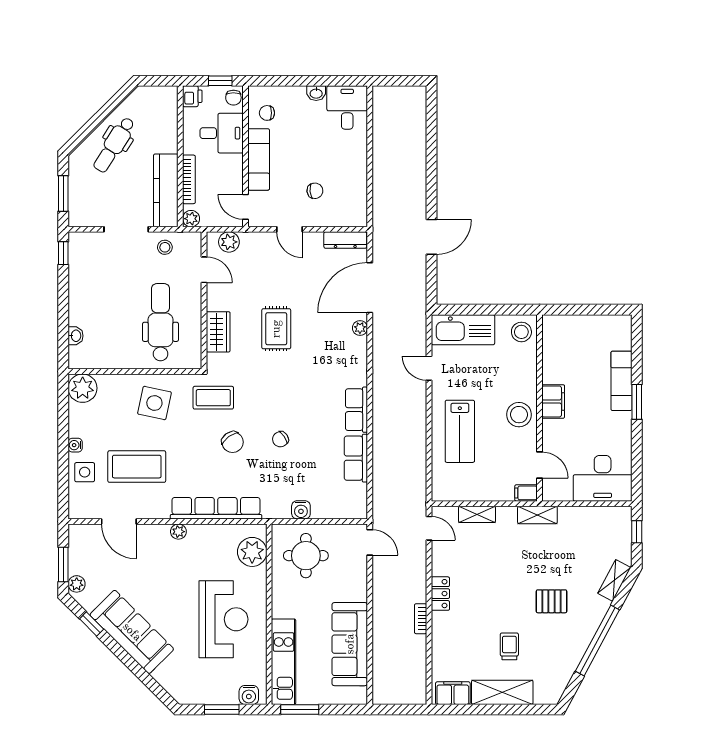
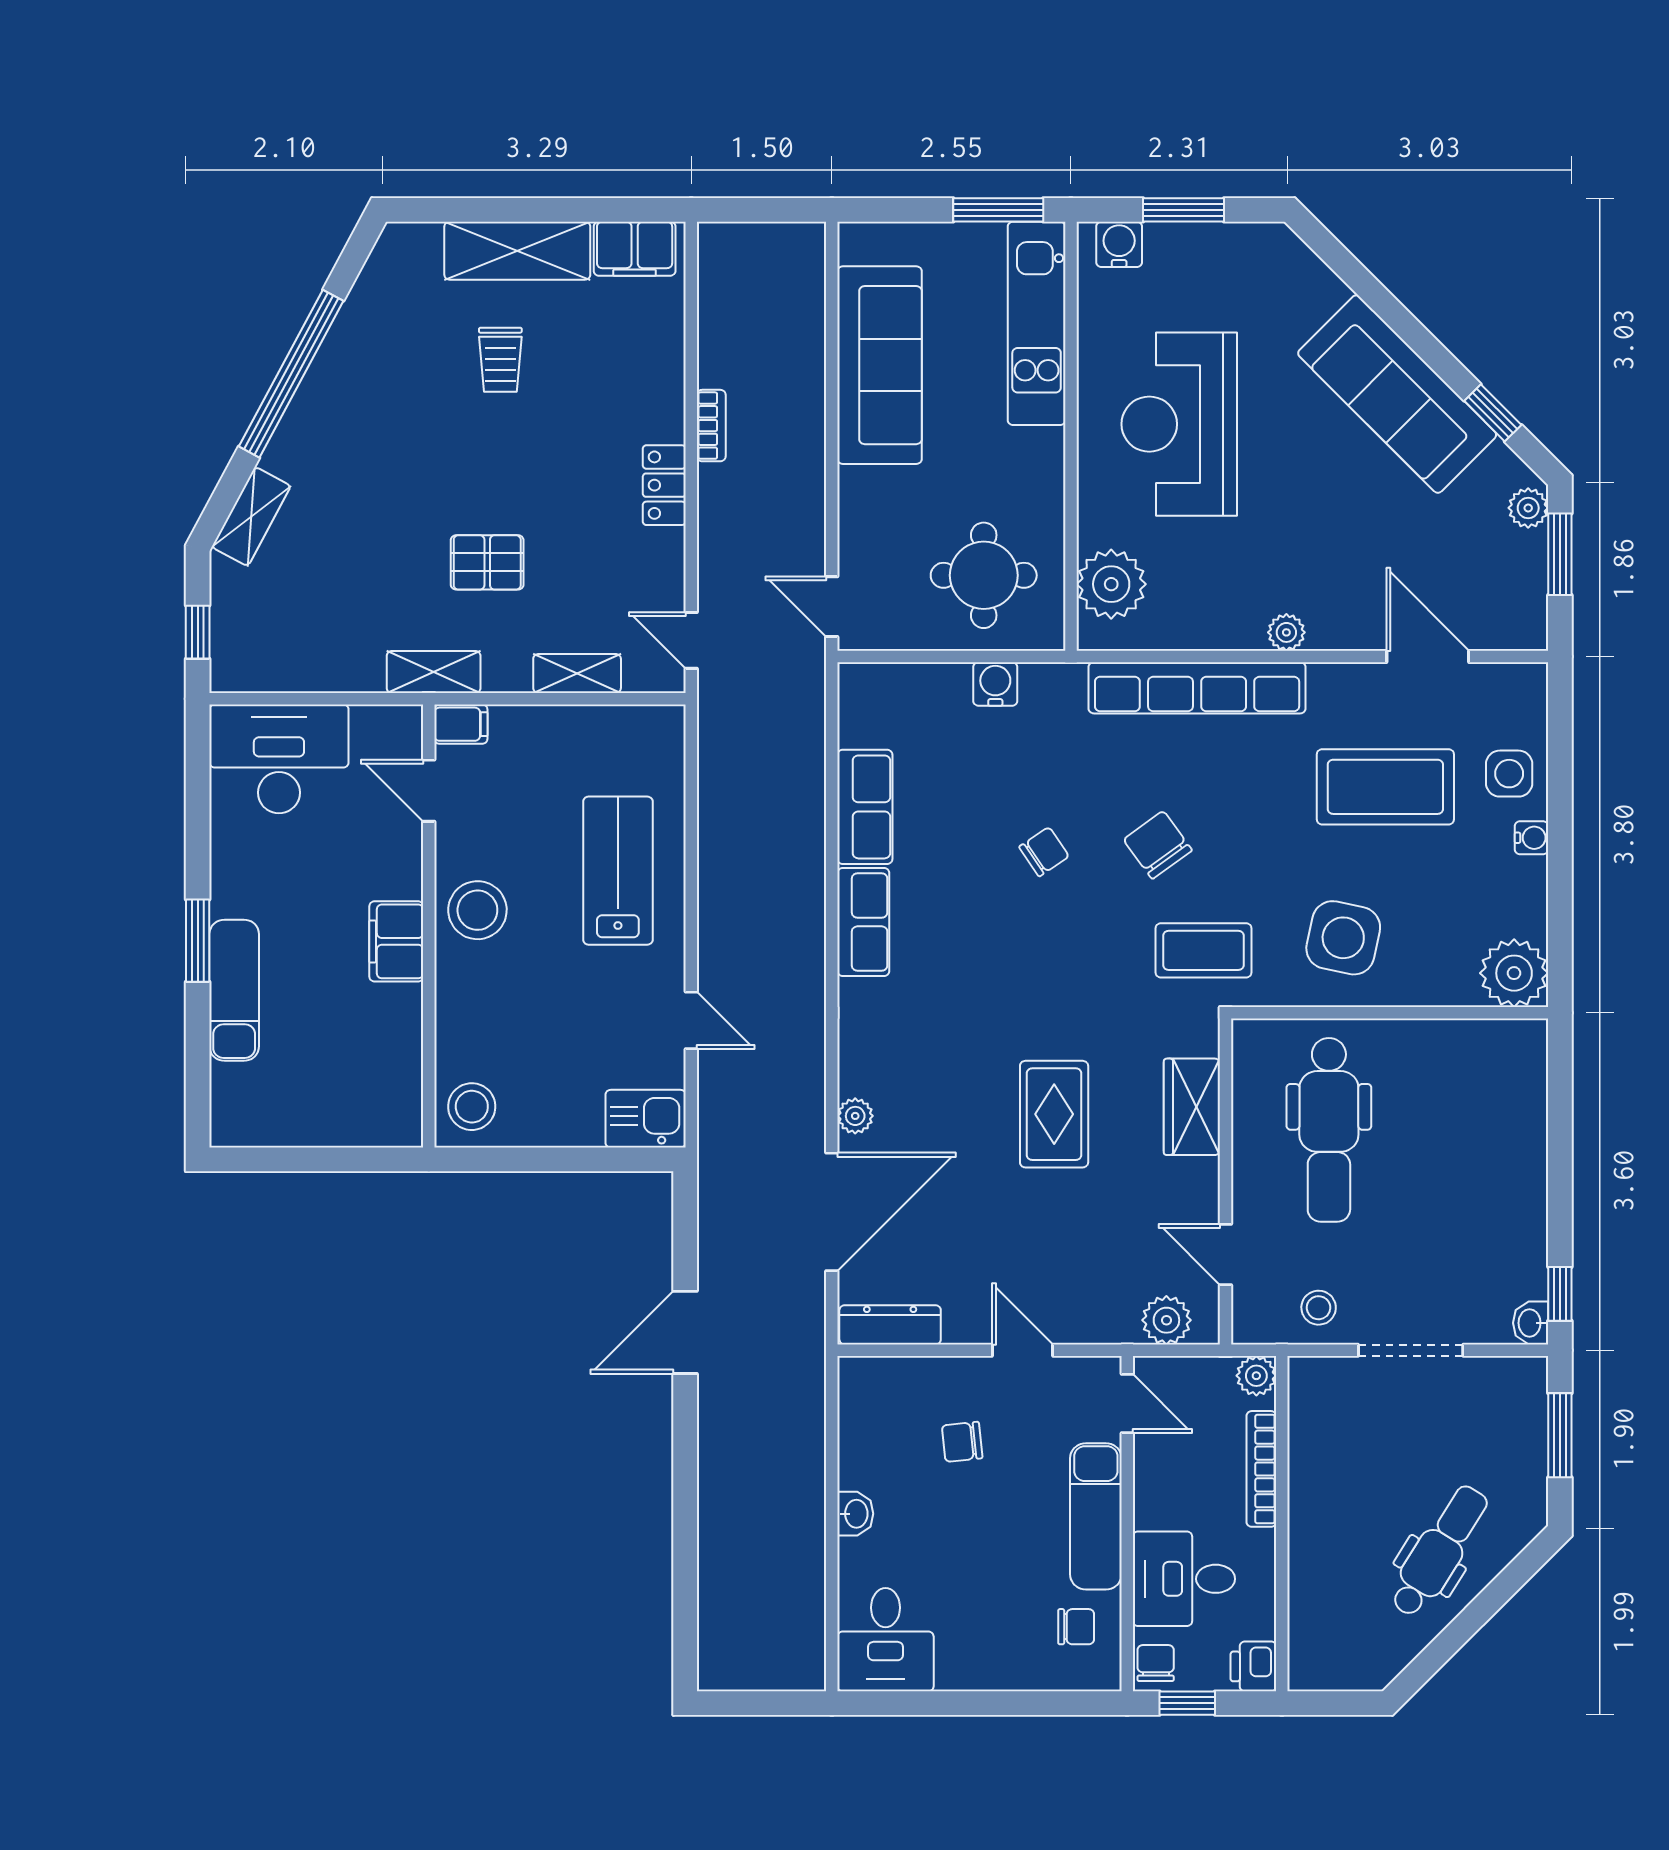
washbasin: (316, 93) -> (855, 1514), moved, turned 90
kitchen counter: (166, 190) -> (1316, 1443), removed
kitchen sink: (463, 330) -> (646, 1119), width x0.53, depth x0.81
washbasin: (76, 336) -> (1531, 1323), moved
pallet: (552, 601) -> (487, 562), moved

